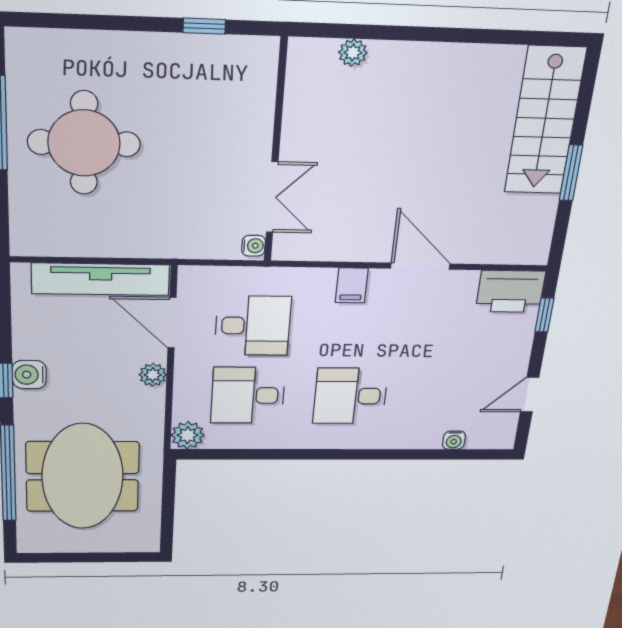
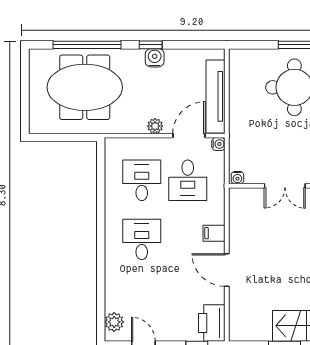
double door: (272, 197) -> (285, 186), moved
door: (420, 266) -> (227, 270), swing flipped
plant: (188, 435) -> (114, 322), moved
water cooler: (454, 440) -> (218, 144), moved, turned 180

